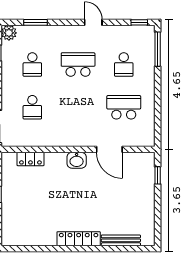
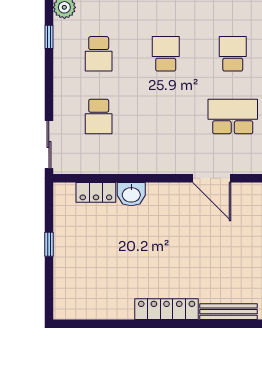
school desk: (78, 65) -> (166, 54), width x0.54
school desk: (124, 65) -> (233, 54), turned 180
washbasin: (77, 160) -> (131, 194), moved

